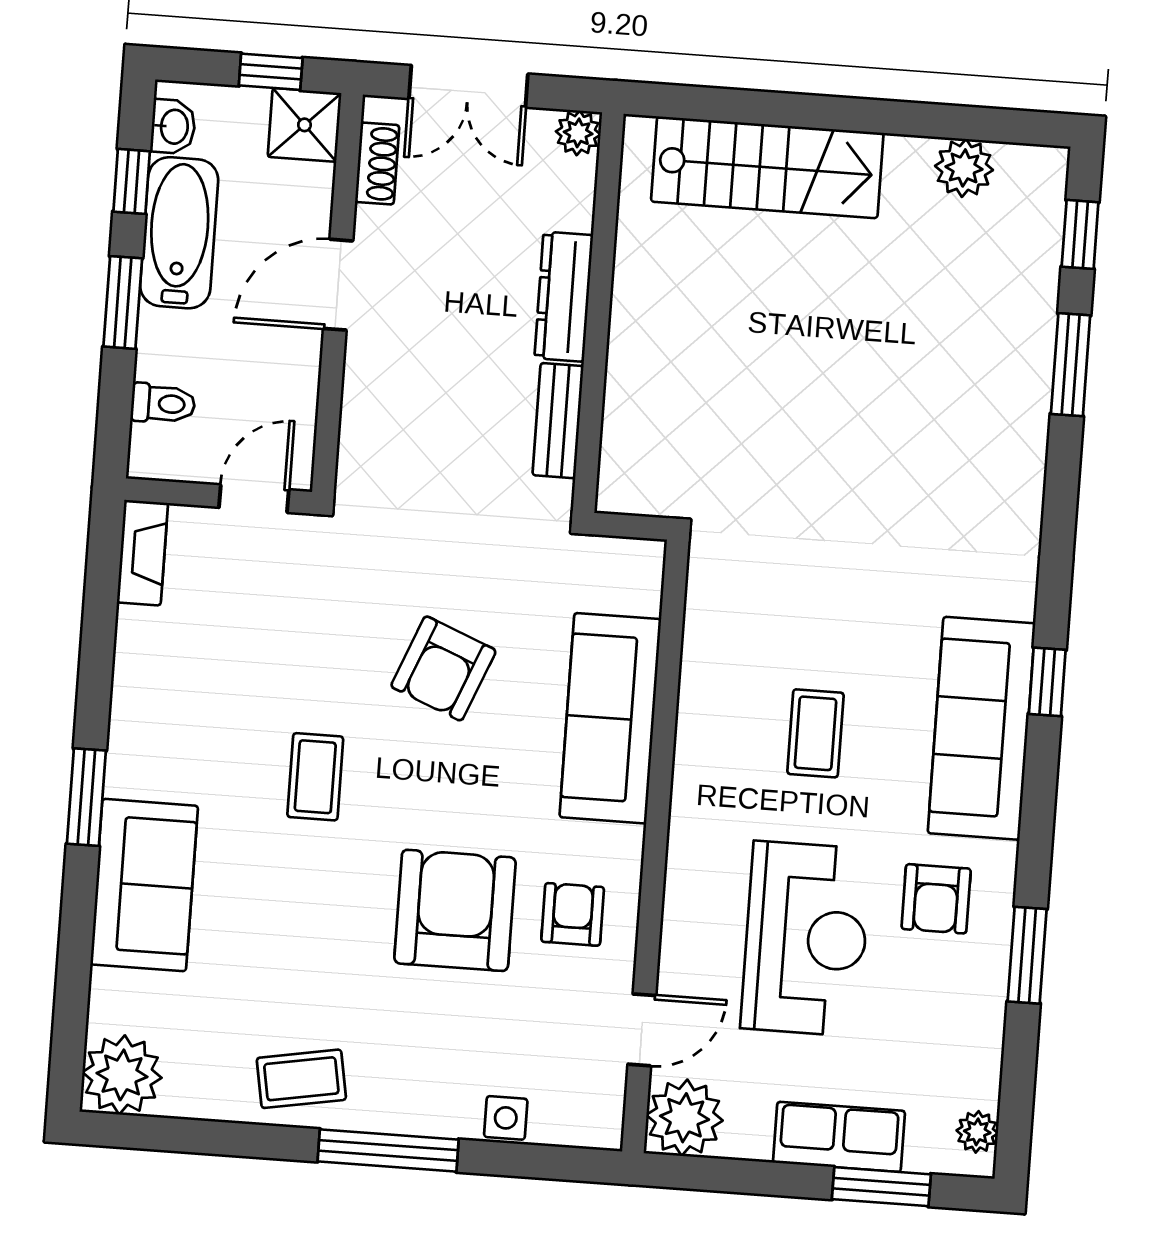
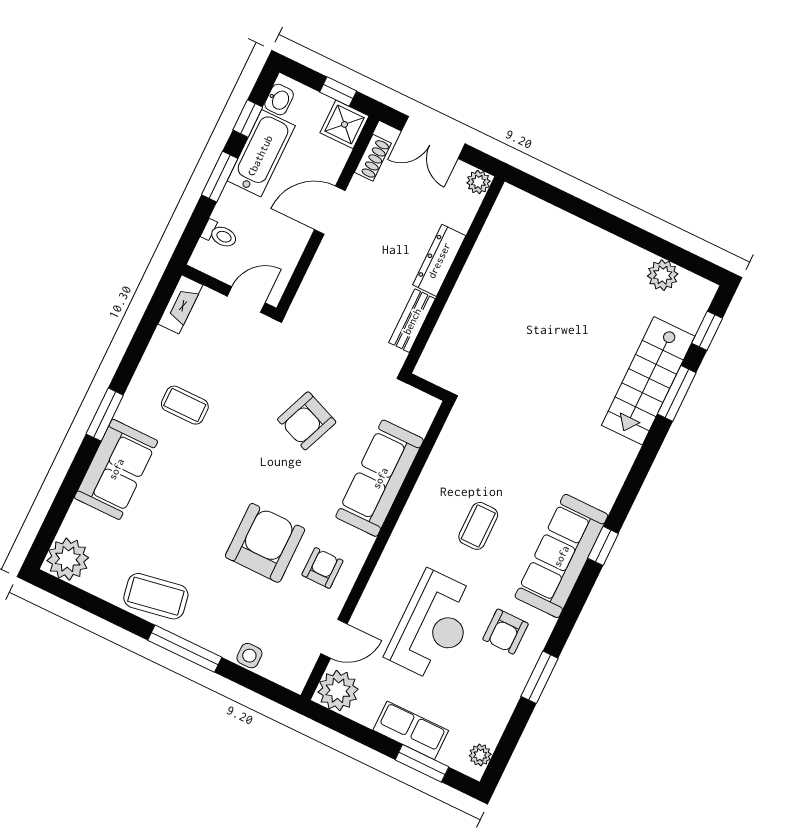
stairs: (767, 167) -> (648, 381), moved, turned 90
coffee table: (315, 777) -> (185, 405), moved, turned 90
coffee table: (301, 1079) -> (156, 596), width x1.36, depth x1.30

